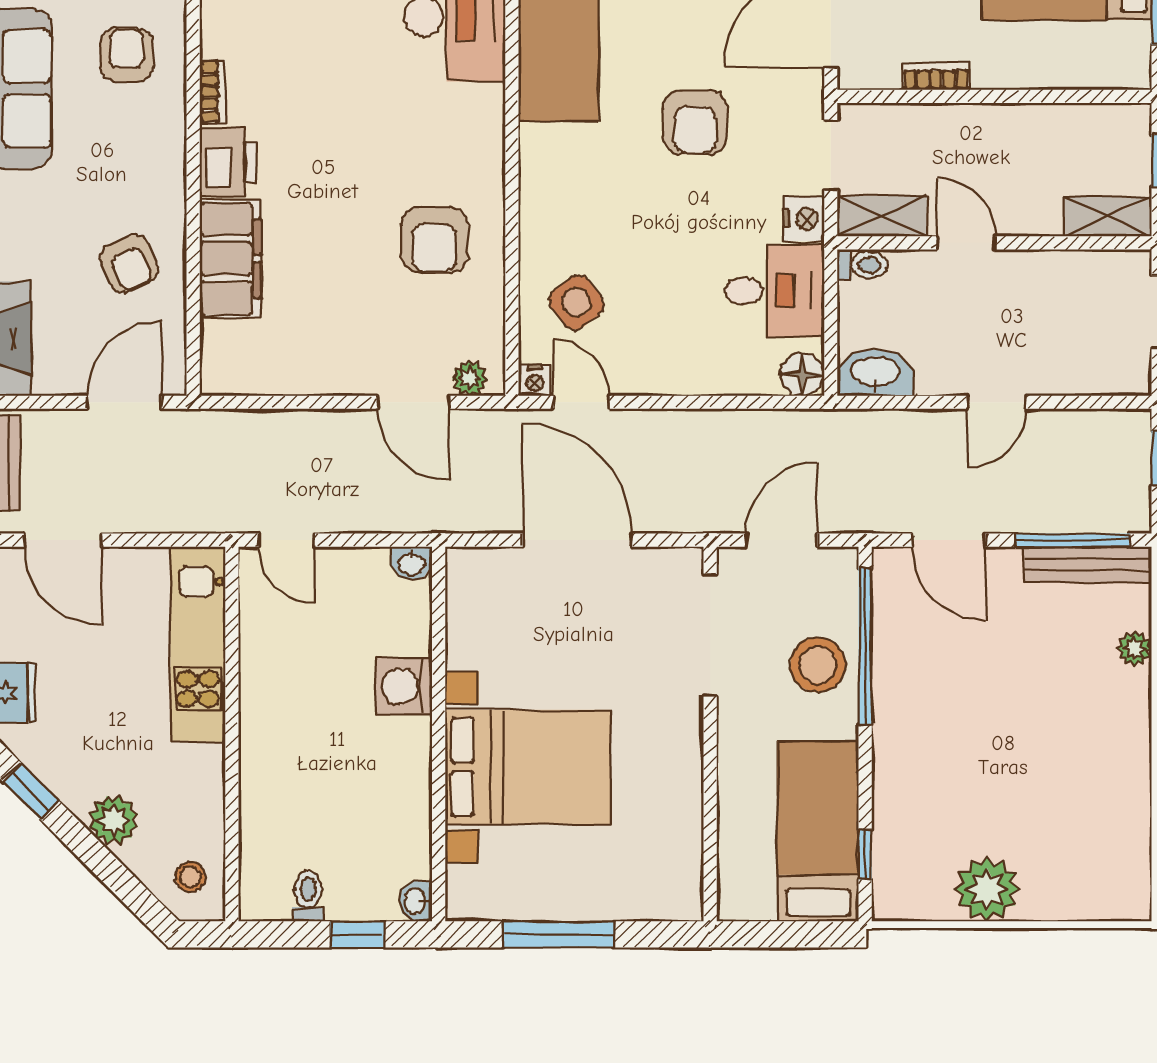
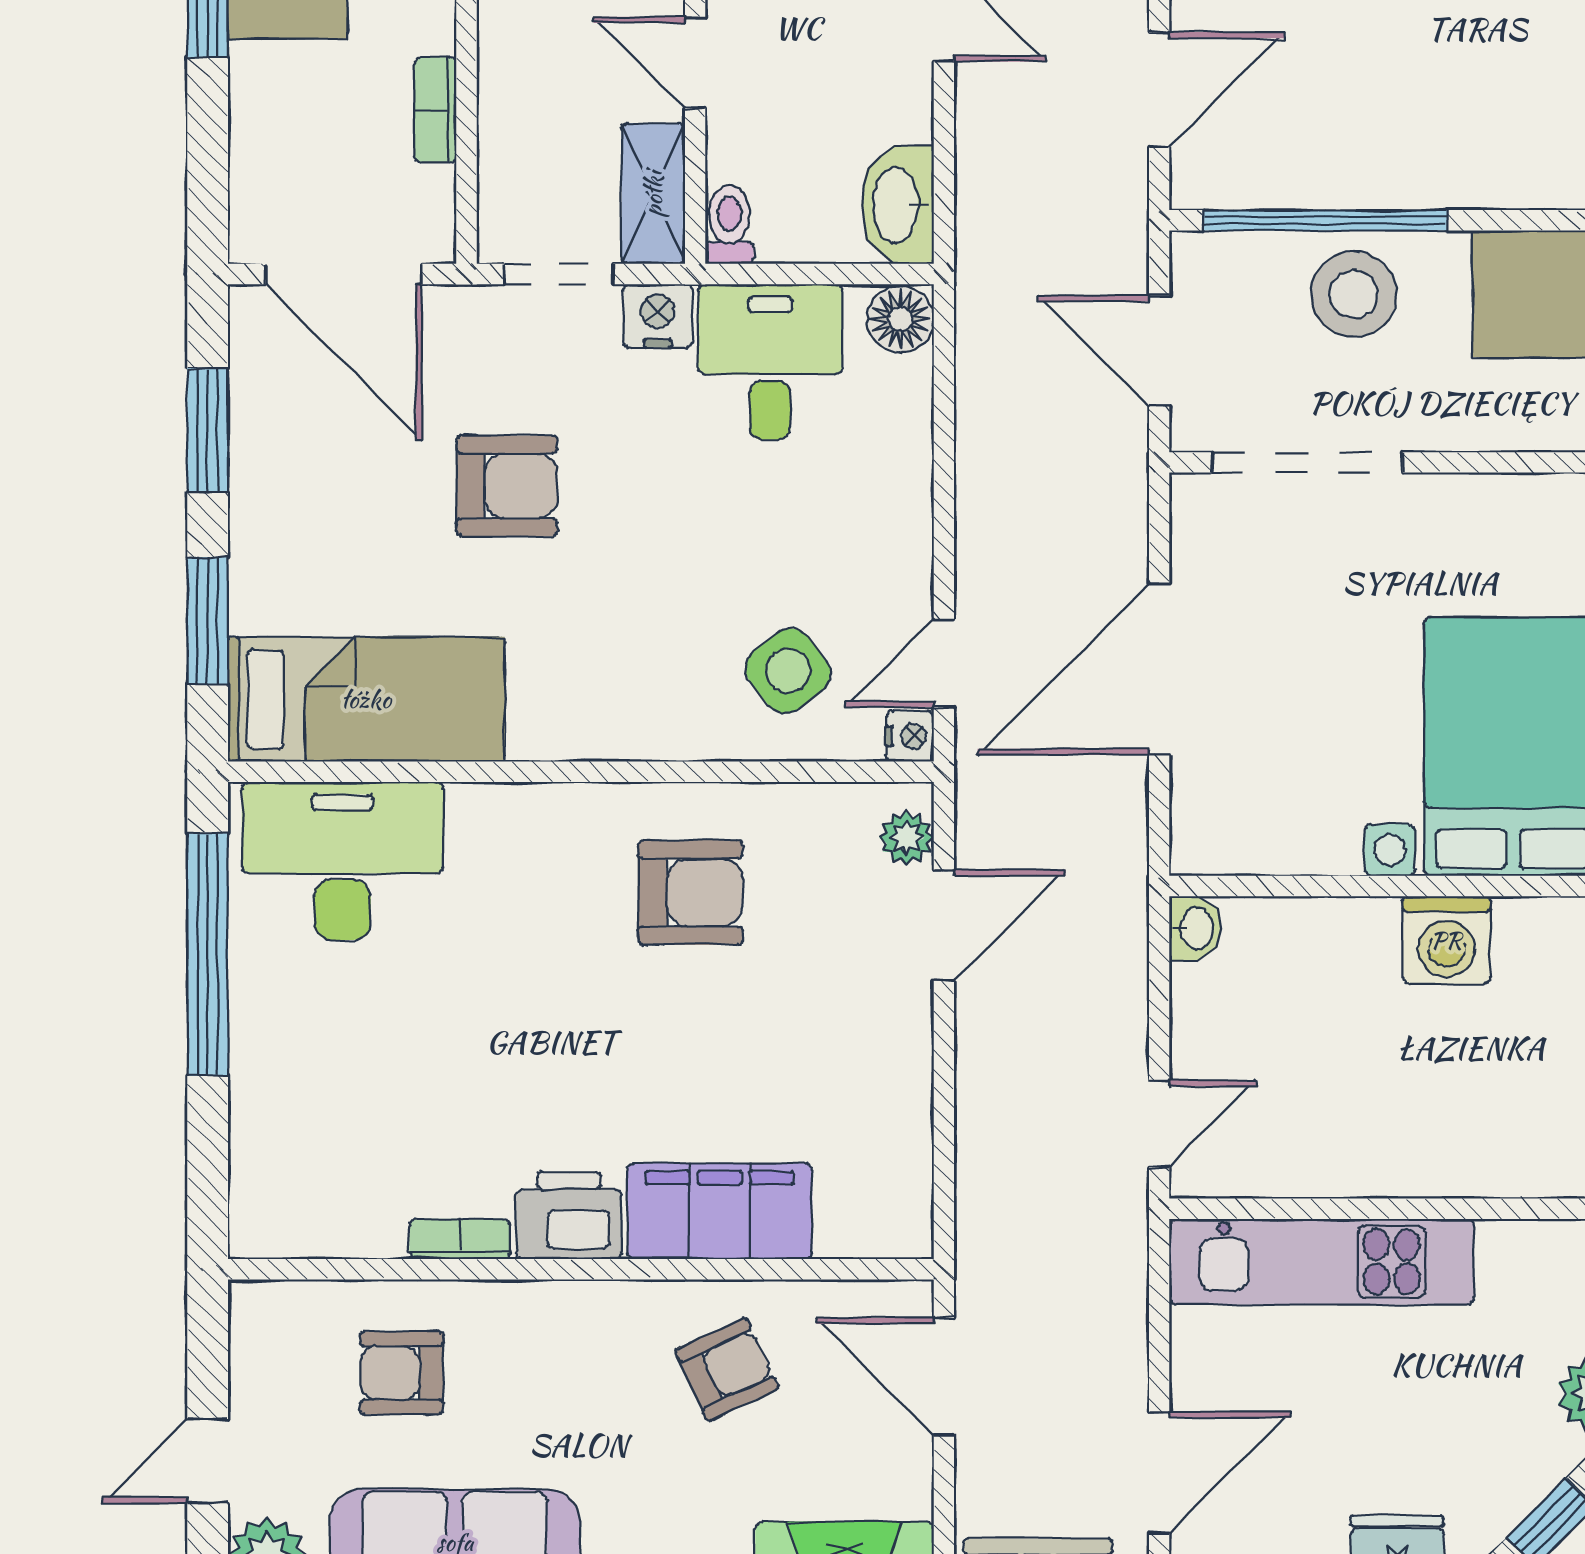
door: (966, 243) -> (695, 63), hinge flipped
washing machine: (404, 686) -> (1446, 940), moved

